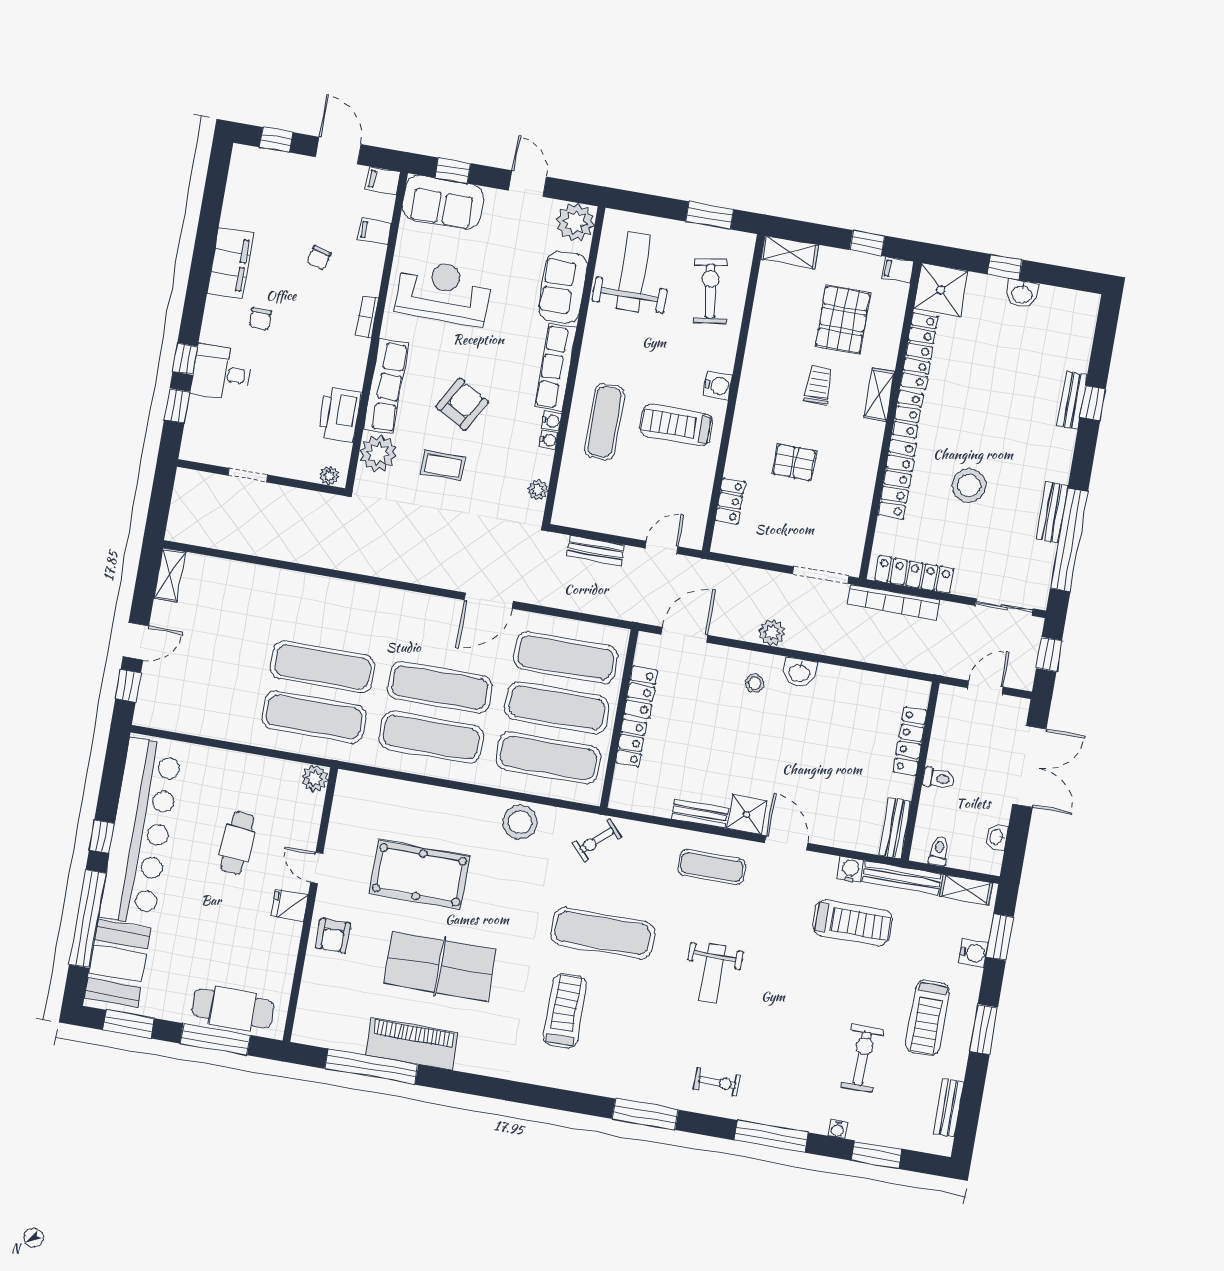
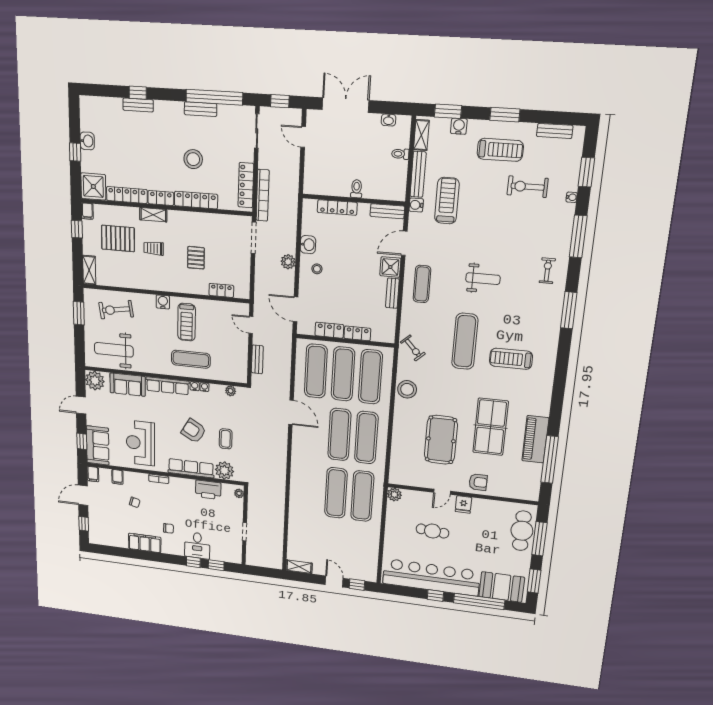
locker: (910, 741) -> (337, 207), moved
wall: (920, 771) -> (353, 200), moved
toilet: (939, 779) -> (356, 189), moved
bench: (895, 828) -> (387, 211), moved

